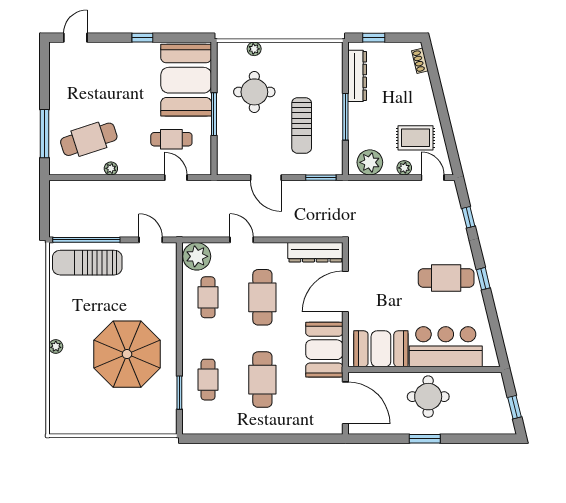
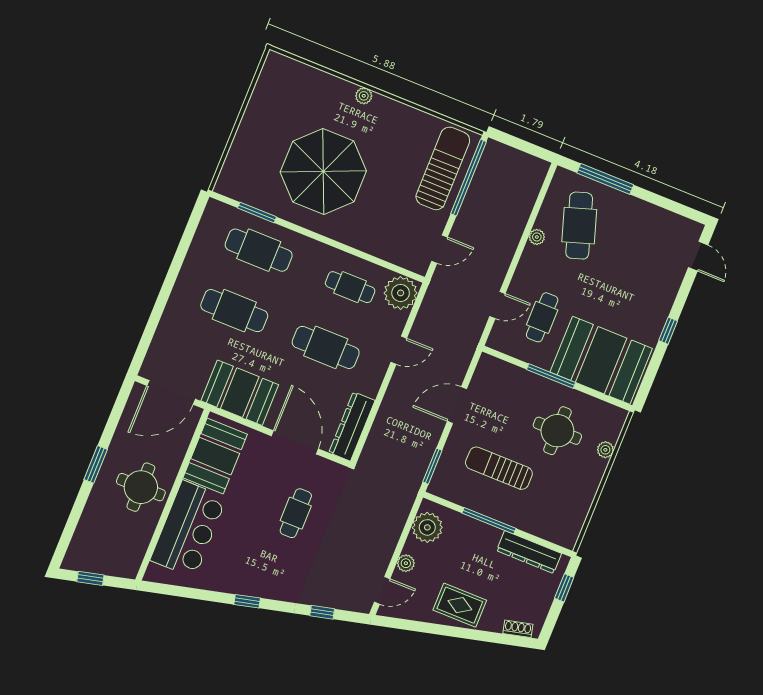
rug: (416, 138) -> (460, 605), moved, turned 90
cafe table: (446, 278) -> (296, 513), moved, width x0.73, depth x0.74
cafe table: (208, 380) -> (259, 250), width x1.37, depth x1.35

